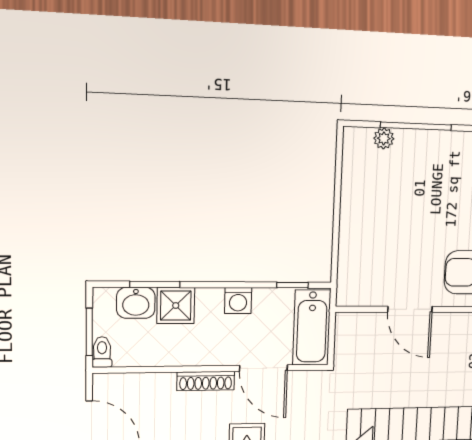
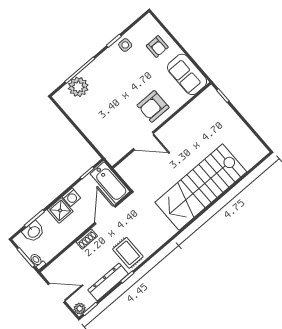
plant: (384, 138) -> (78, 87), width x1.88, depth x1.88
shower: (176, 306) -> (60, 210), moved
door: (264, 368) -> (105, 215), swing flipped
shoe rack: (206, 381) -> (87, 239), width x0.70

